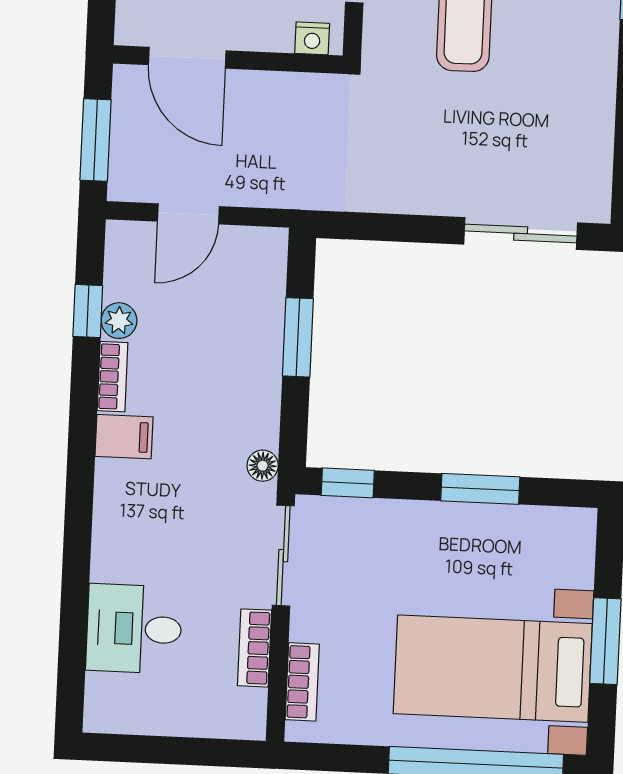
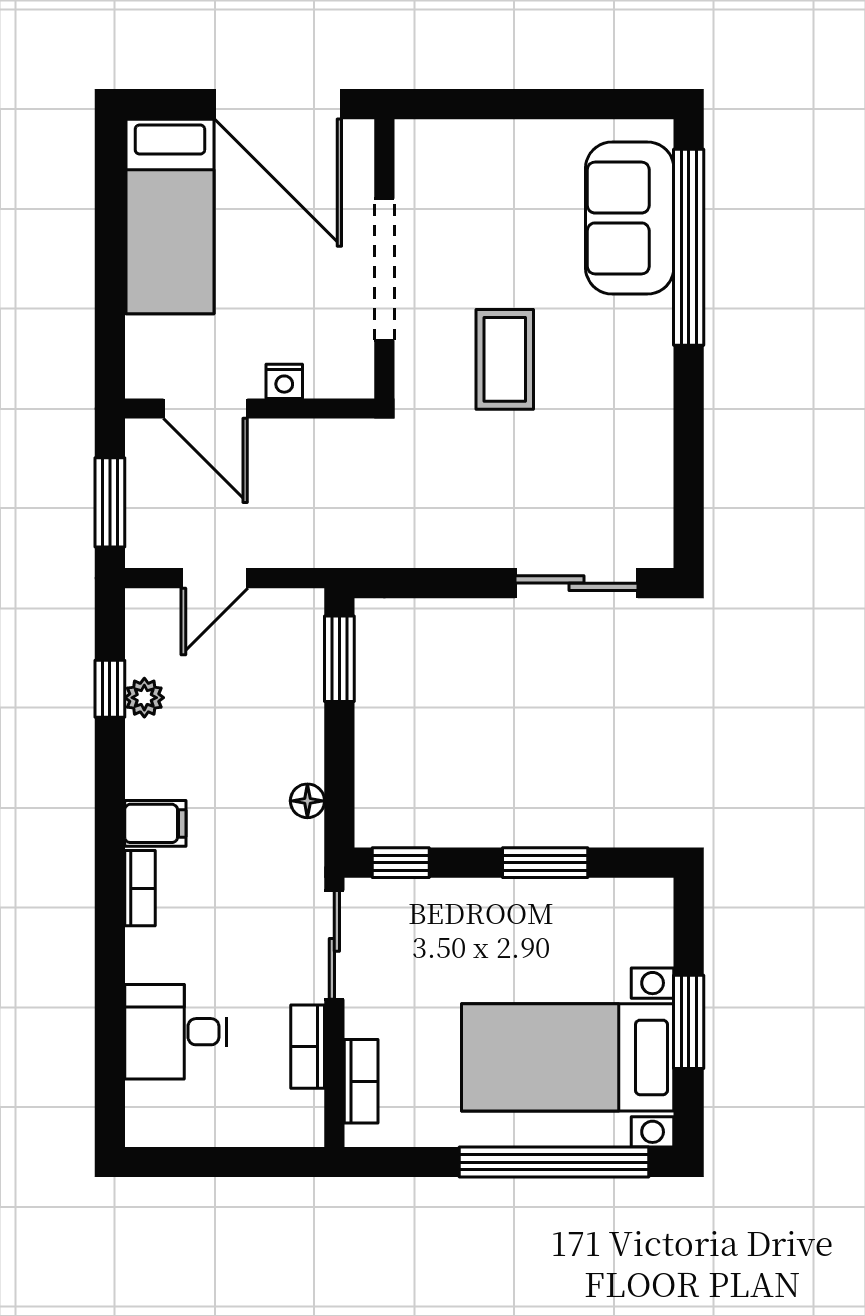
nightstand: (312, 38) -> (284, 381), moved
window: (298, 337) -> (339, 659), moved
bookcase: (112, 377) -> (140, 888), moved
floor lamp: (263, 466) -> (307, 801), moved

